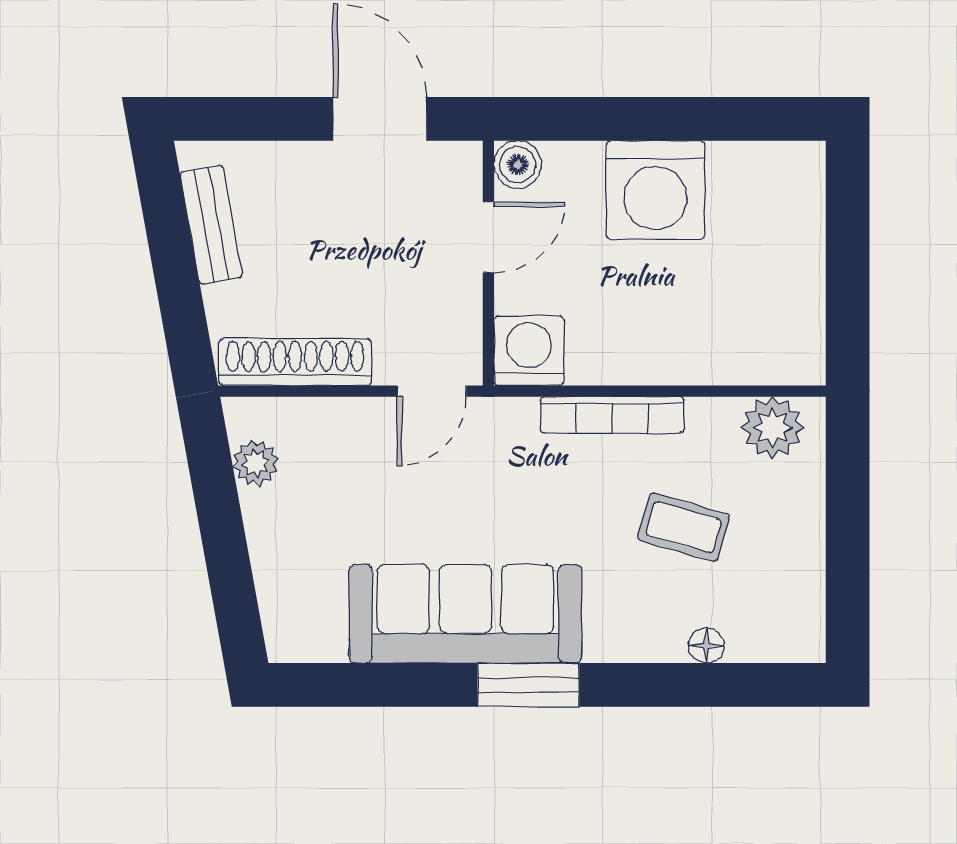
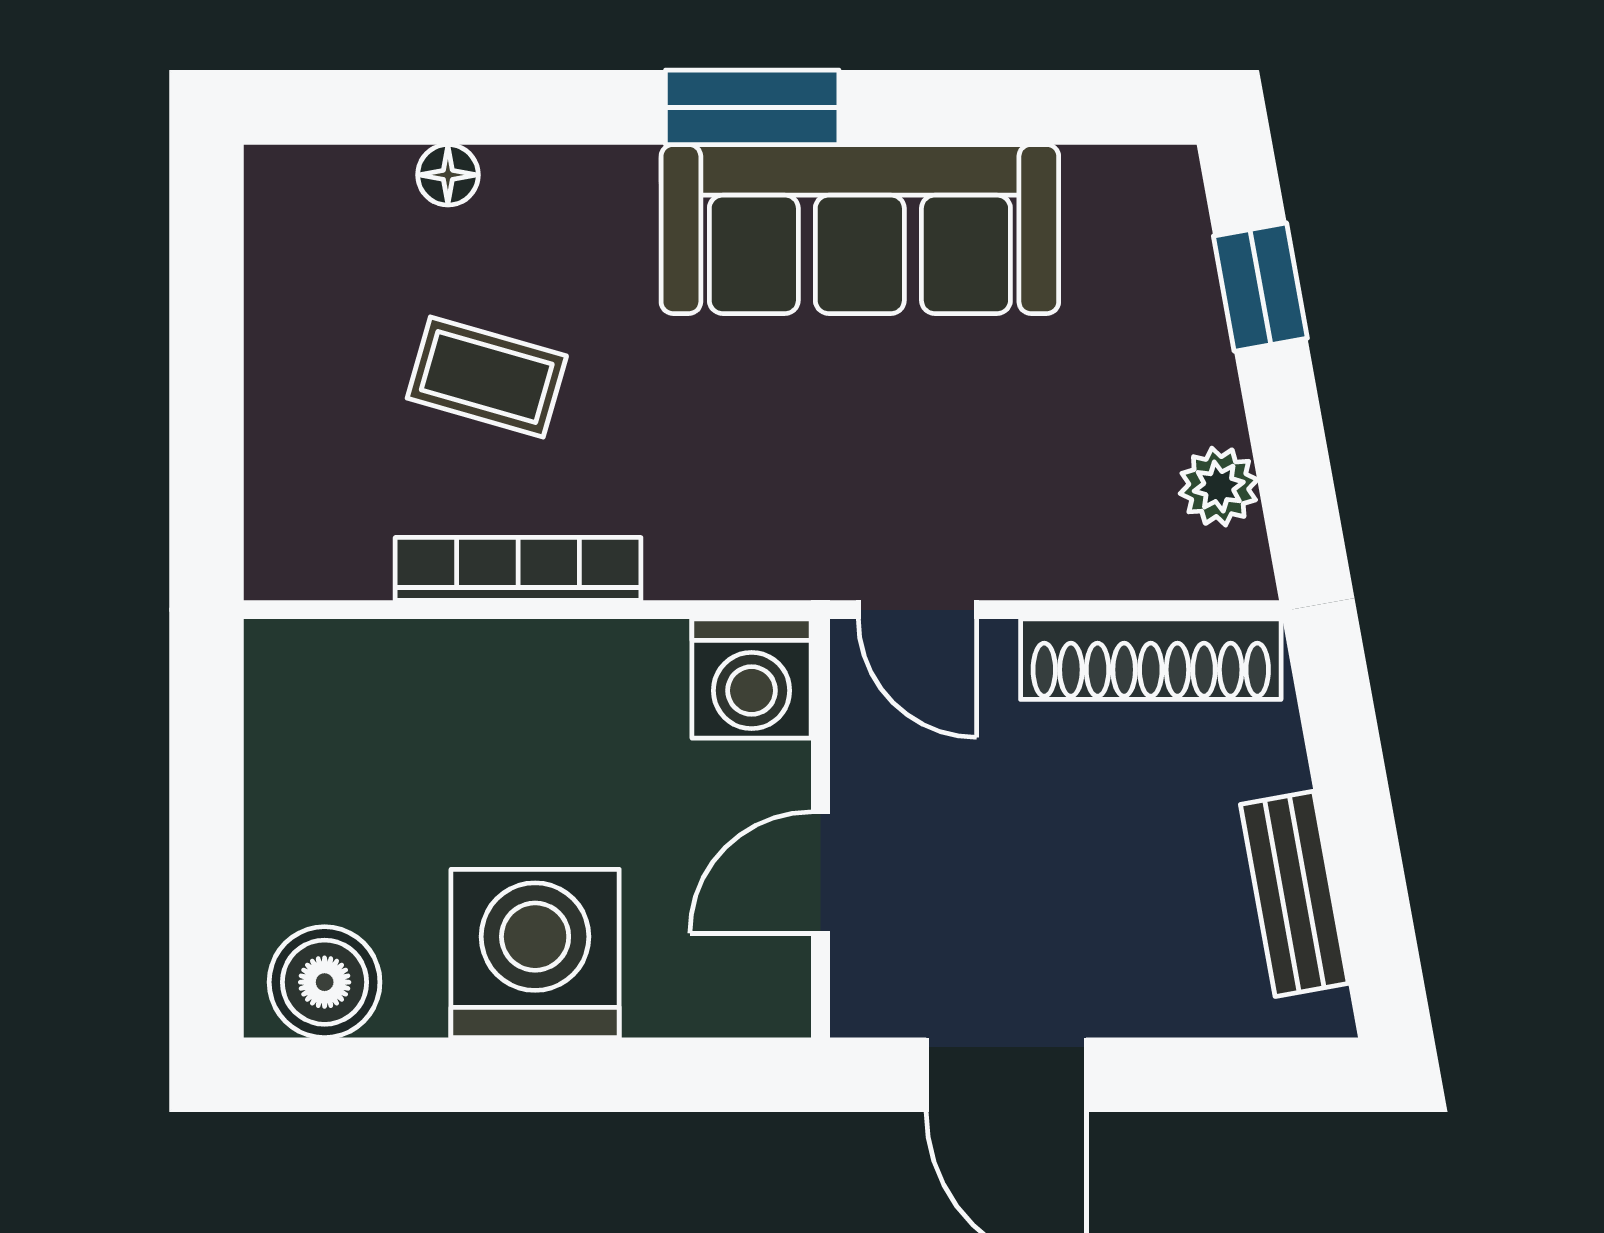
boiler: (518, 164) -> (325, 982), moved, width x1.36, depth x1.36
door: (432, 391) -> (917, 610), swing flipped
bookcase: (612, 415) -> (518, 569), moved
plant: (773, 427) -> (335, 547), removed
window: (231, 580) -> (1260, 287), added

